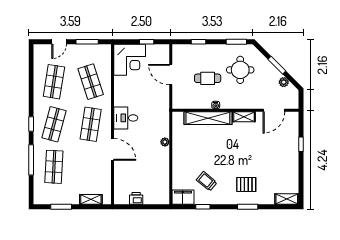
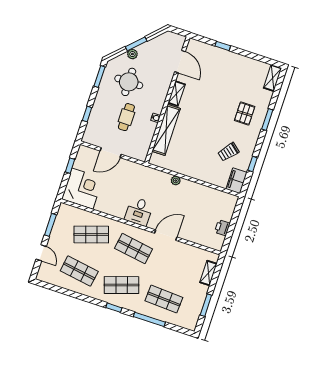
plant: (284, 82) -> (132, 54), moved
shop shelf: (54, 124) -> (122, 285), turned -33

